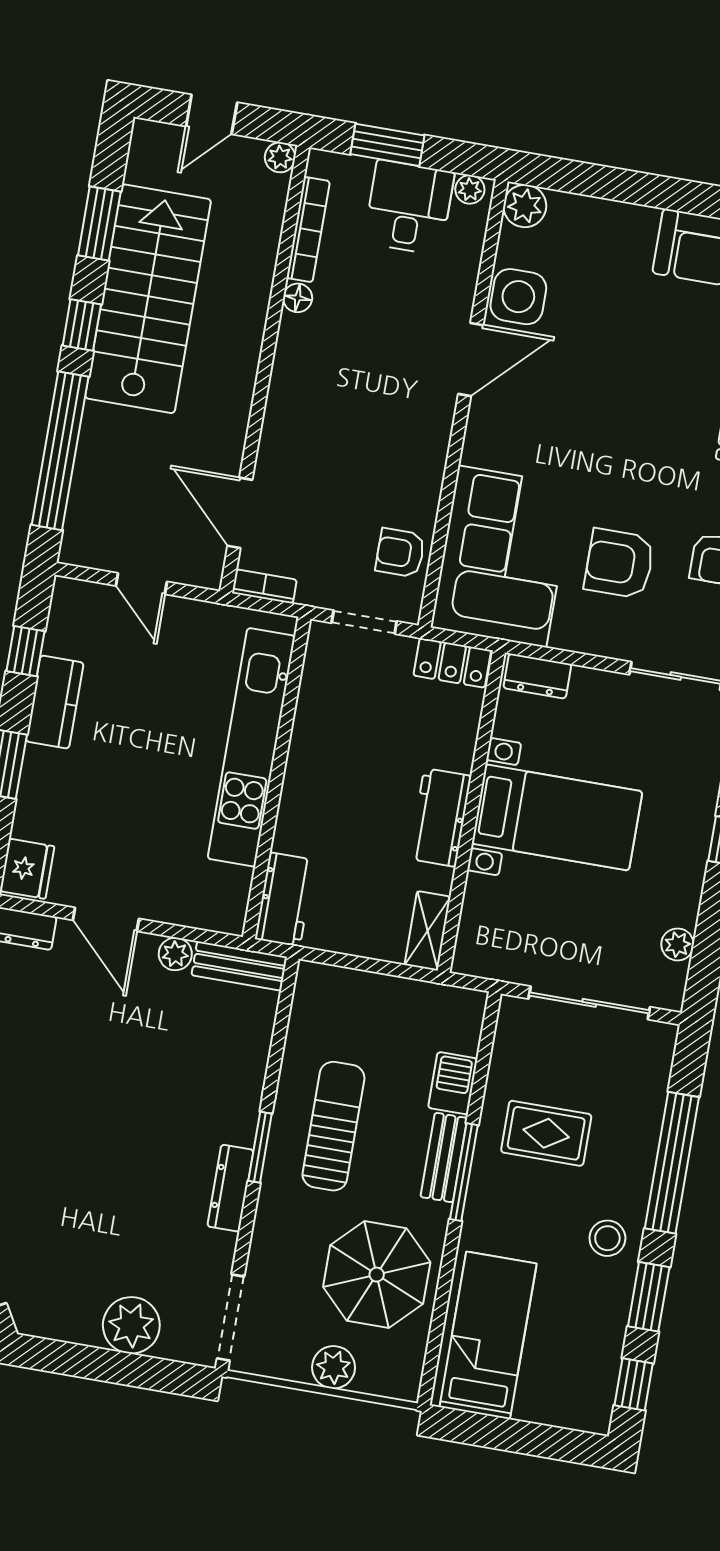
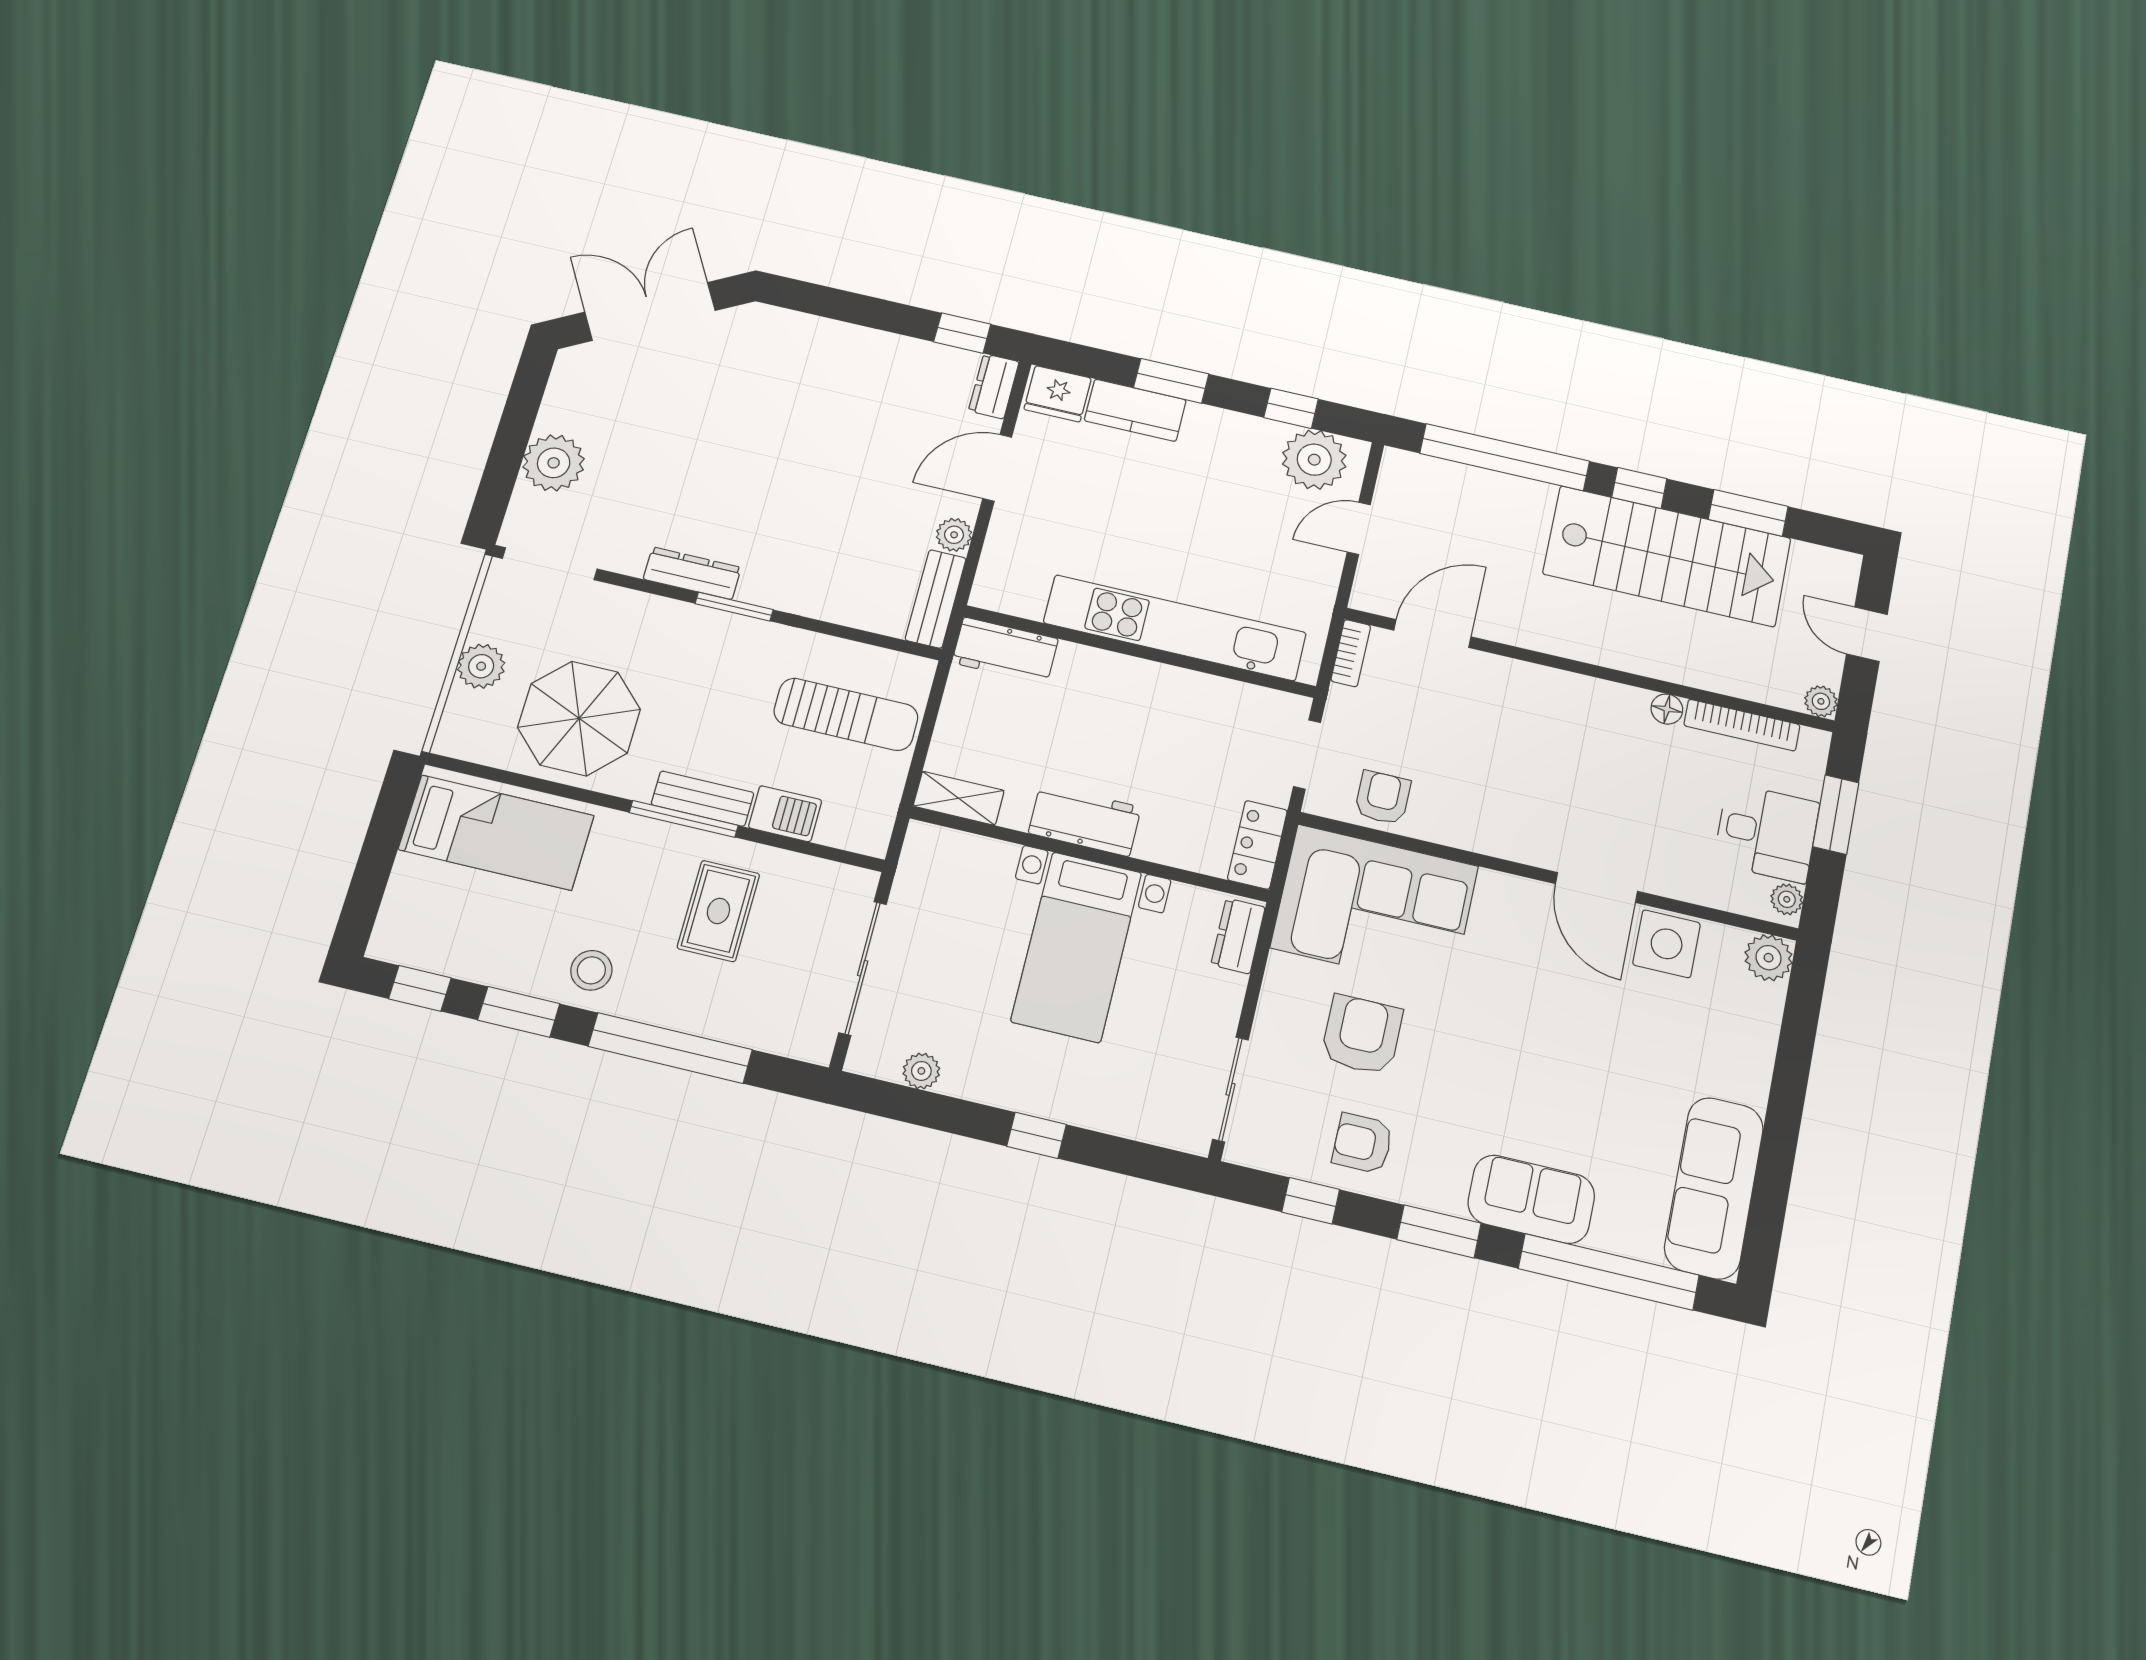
plant: (76, 627) -> (1314, 460), added
kitchen counter: (55, 702) -> (1135, 410), moved
sun lounger: (333, 1126) -> (846, 714), moved

